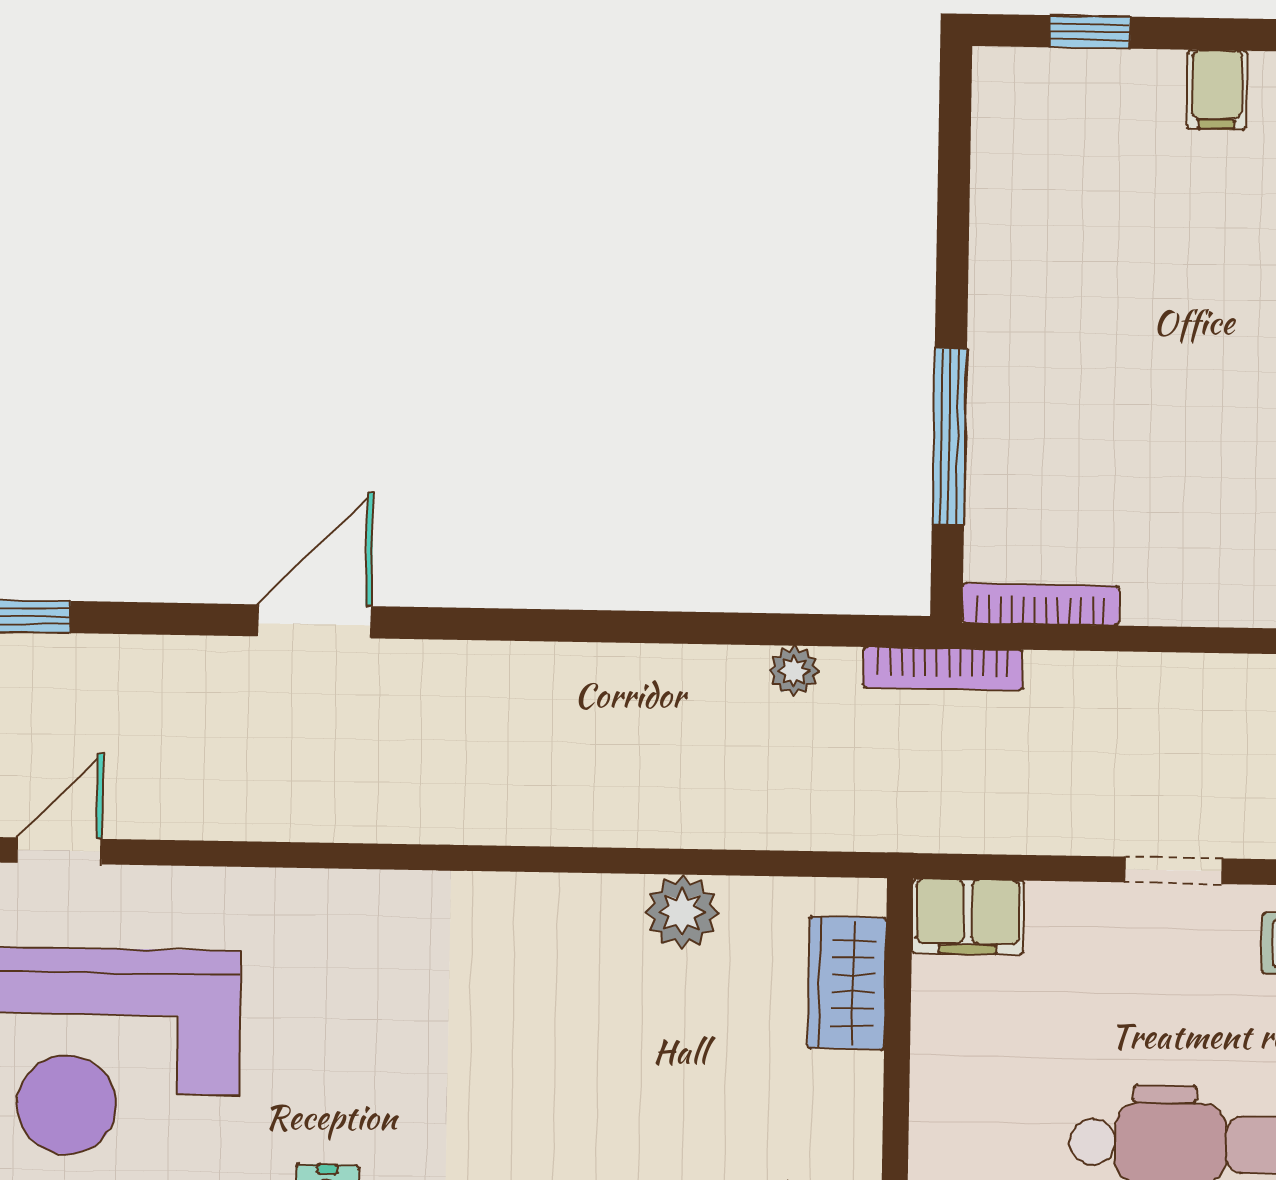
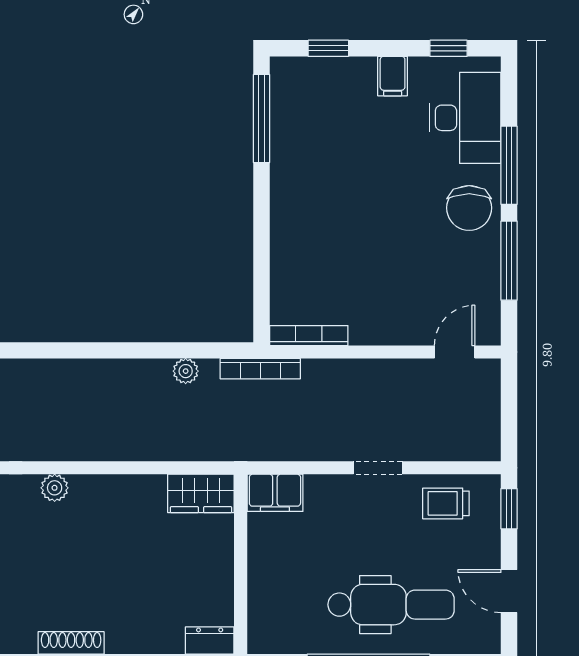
window: (949, 436) -> (262, 119), moved
plant: (682, 912) -> (55, 488), moved, width x0.73, depth x0.73
wardrobe: (847, 983) -> (201, 493), moved, turned -90

